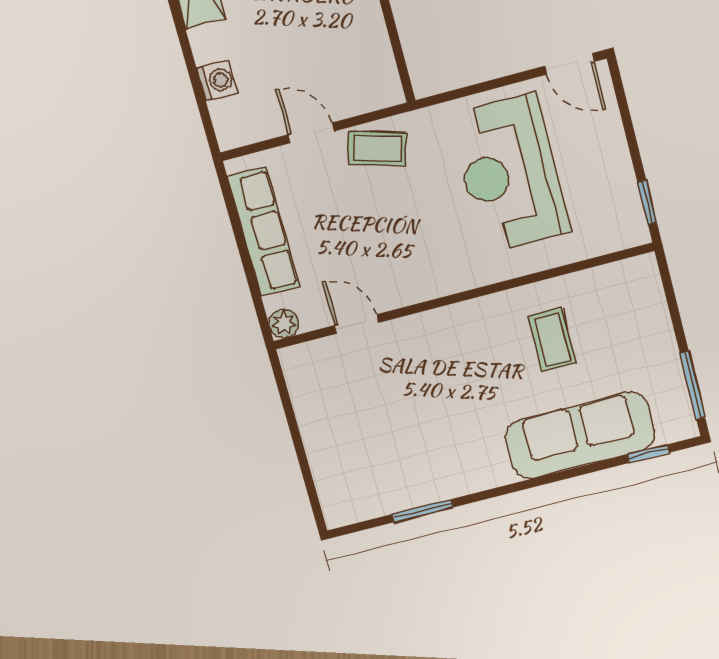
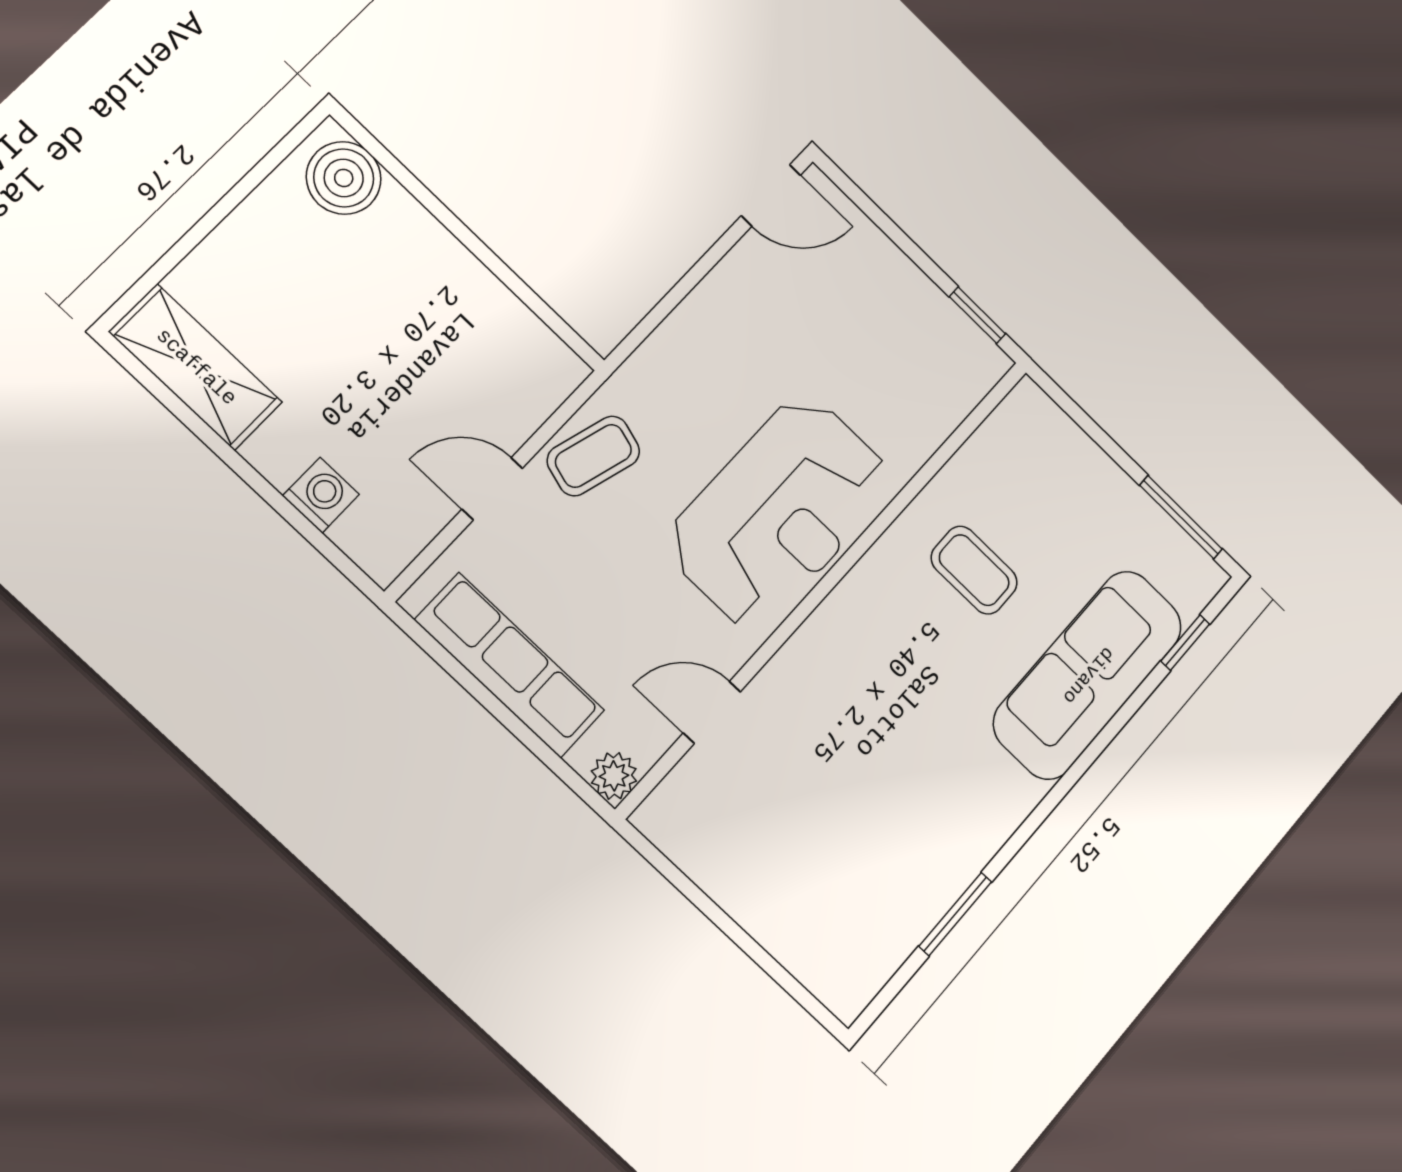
reception desk: (510, 173) -> (779, 512), moved, turned -90

